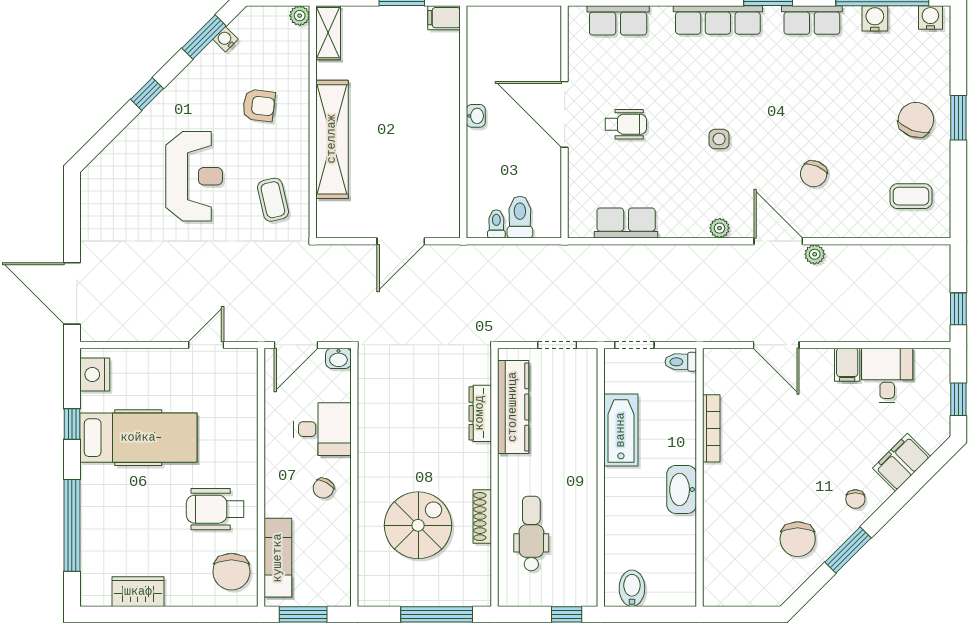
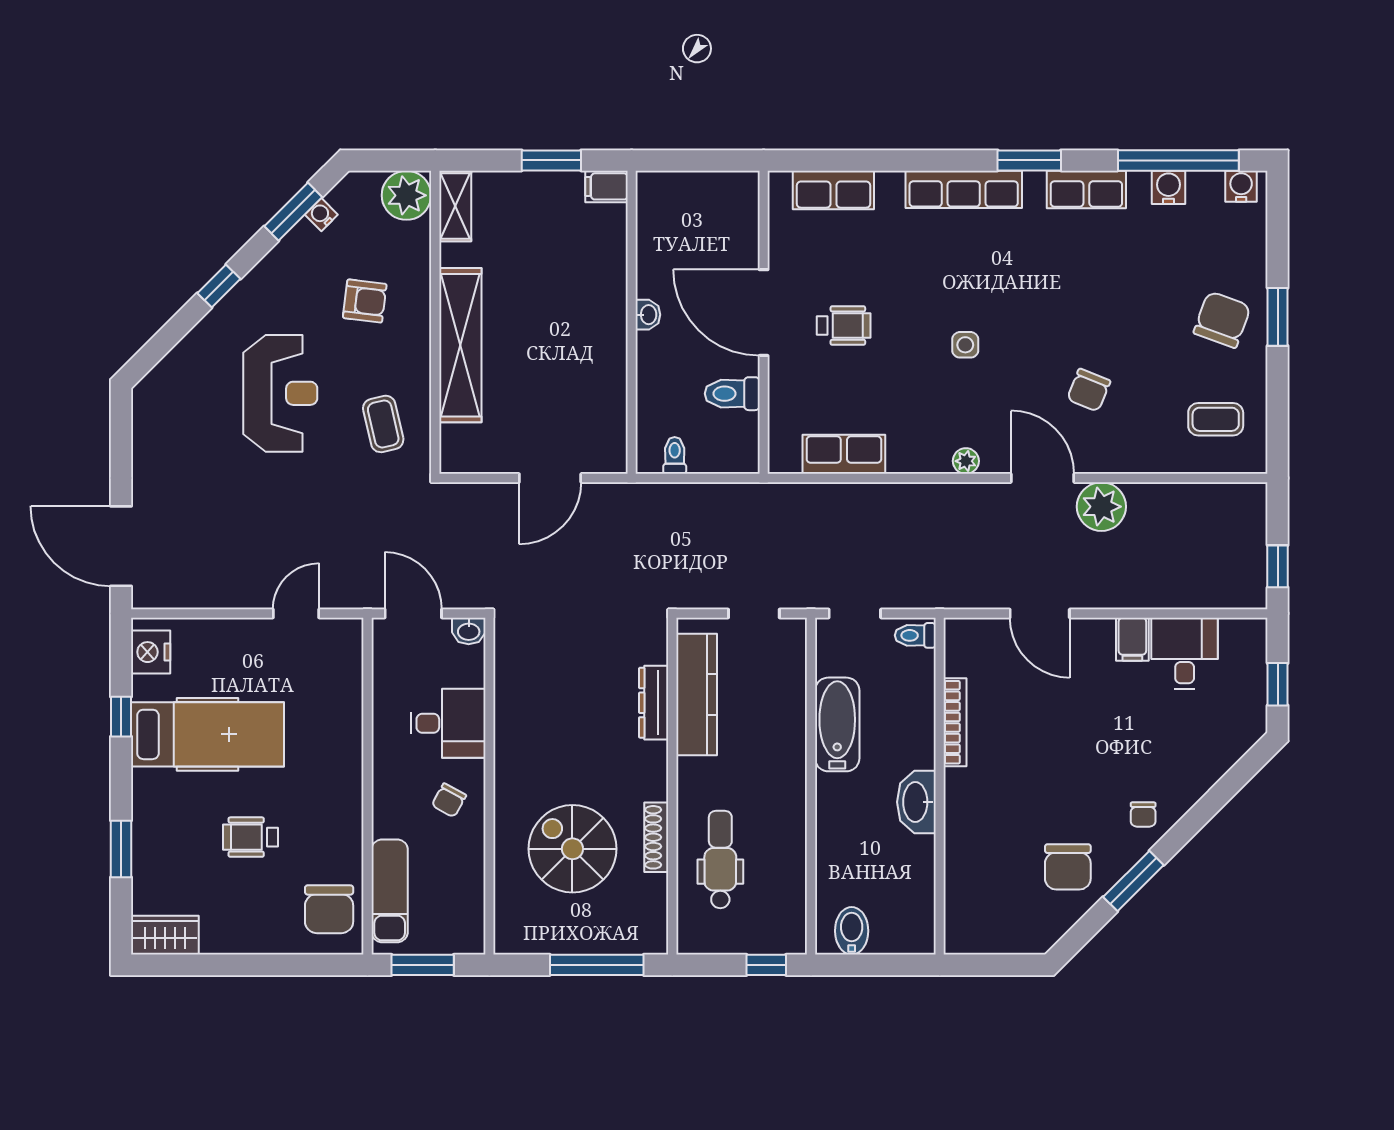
plant: (300, 16) -> (406, 195), width x1.87, depth x1.87
toilet: (520, 217) -> (732, 394), moved, turned -90
plant: (815, 254) -> (1101, 507), width x1.88, depth x1.88
door: (296, 345) -> (413, 613), swing flipped
filing cabinet: (901, 462) -> (1203, 766), removed
wheelchair: (215, 509) -> (251, 837), moved, width x0.73, depth x0.73
window: (72, 525) -> (121, 849), width x0.47
spiral stairs: (418, 525) -> (572, 849), turned -90
wardrobe: (138, 592) -> (165, 935), moved

